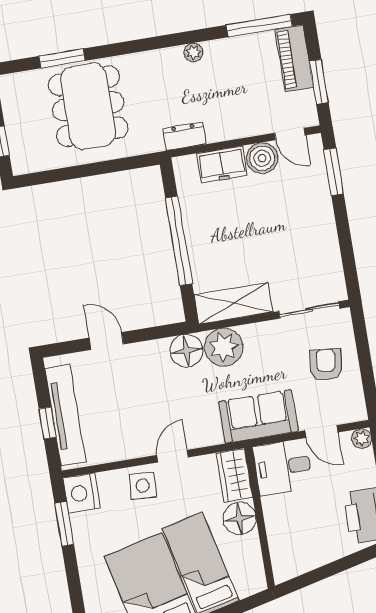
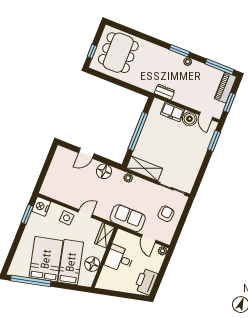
window: (62, 58) -> (179, 51), moved
dining table: (88, 106) -> (118, 53), moved
door: (106, 341) -> (86, 153), swing flipped
plant: (224, 347) -> (128, 178), width x0.53, depth x0.53
floor lamp: (186, 351) -> (104, 171), moved
tv unit: (65, 415) -> (53, 172), removed
window: (47, 423) -> (44, 171), removed
desk: (283, 467) -> (119, 259), moved
floor lamp: (240, 518) -> (92, 264), moved

